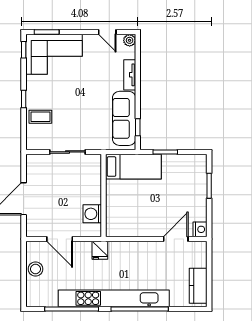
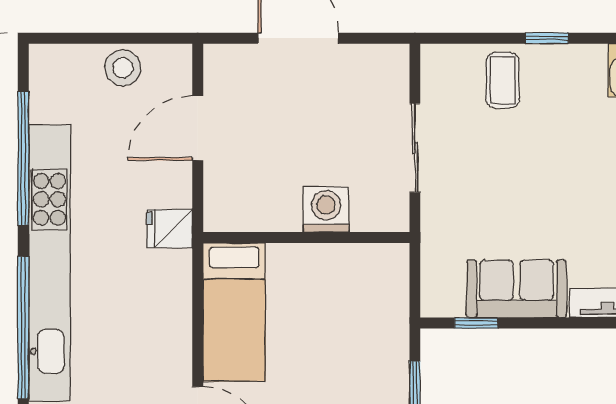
sofa: (124, 118) -> (517, 289), width x0.73
bed: (133, 167) -> (234, 312), moved
washing machine: (92, 214) -> (326, 210), moved

